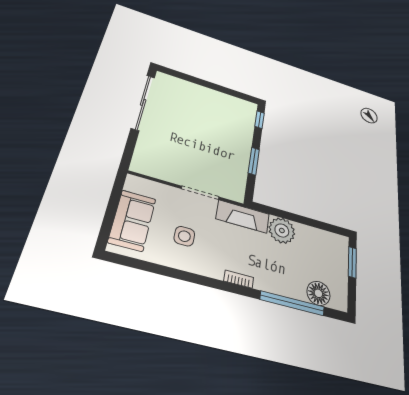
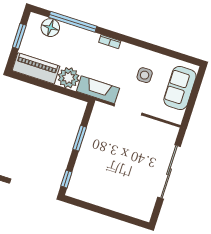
sliding door: (143, 102) -> (169, 172), moved
piano: (322, 241) -> (36, 68), added
window: (352, 262) -> (19, 36), moved

